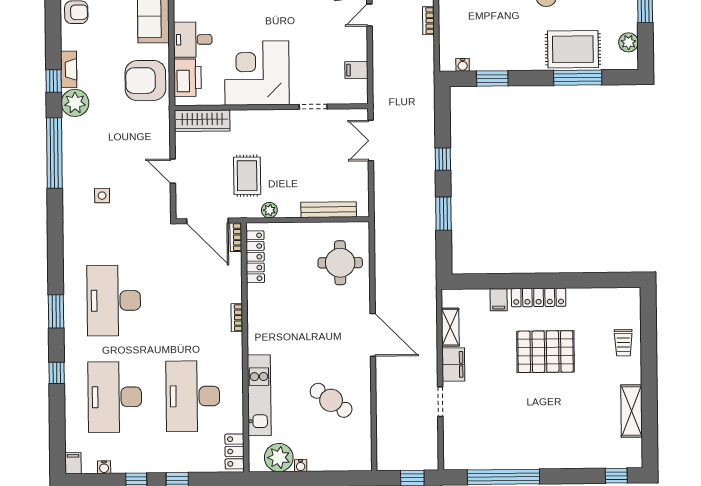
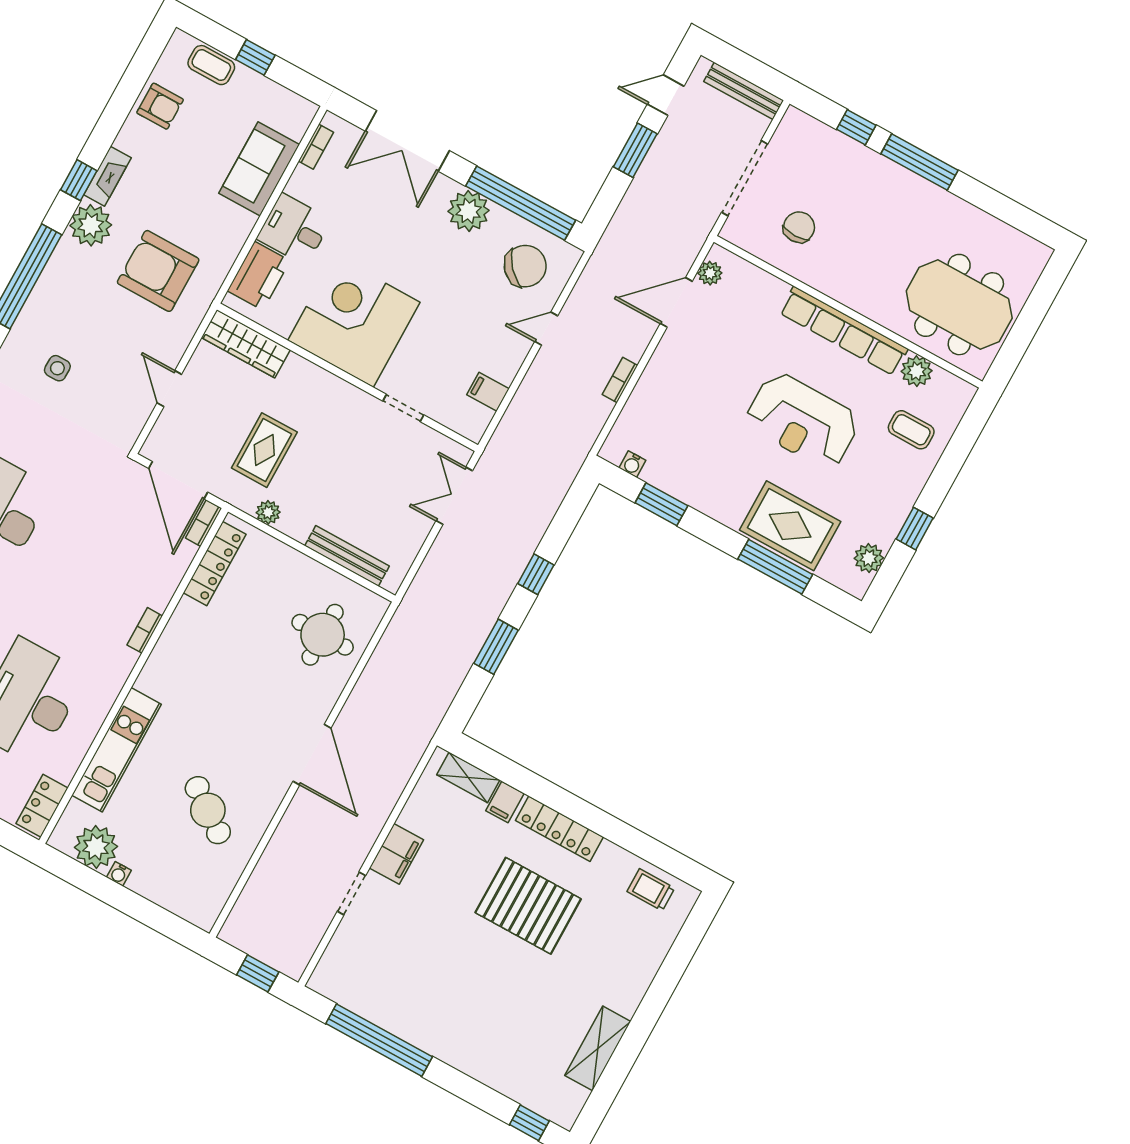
armchair: (145, 81) -> (158, 271), moved
shelving: (450, 327) -> (468, 777), moved, turned 90
trolley: (623, 343) -> (651, 890), moved, turned 90

